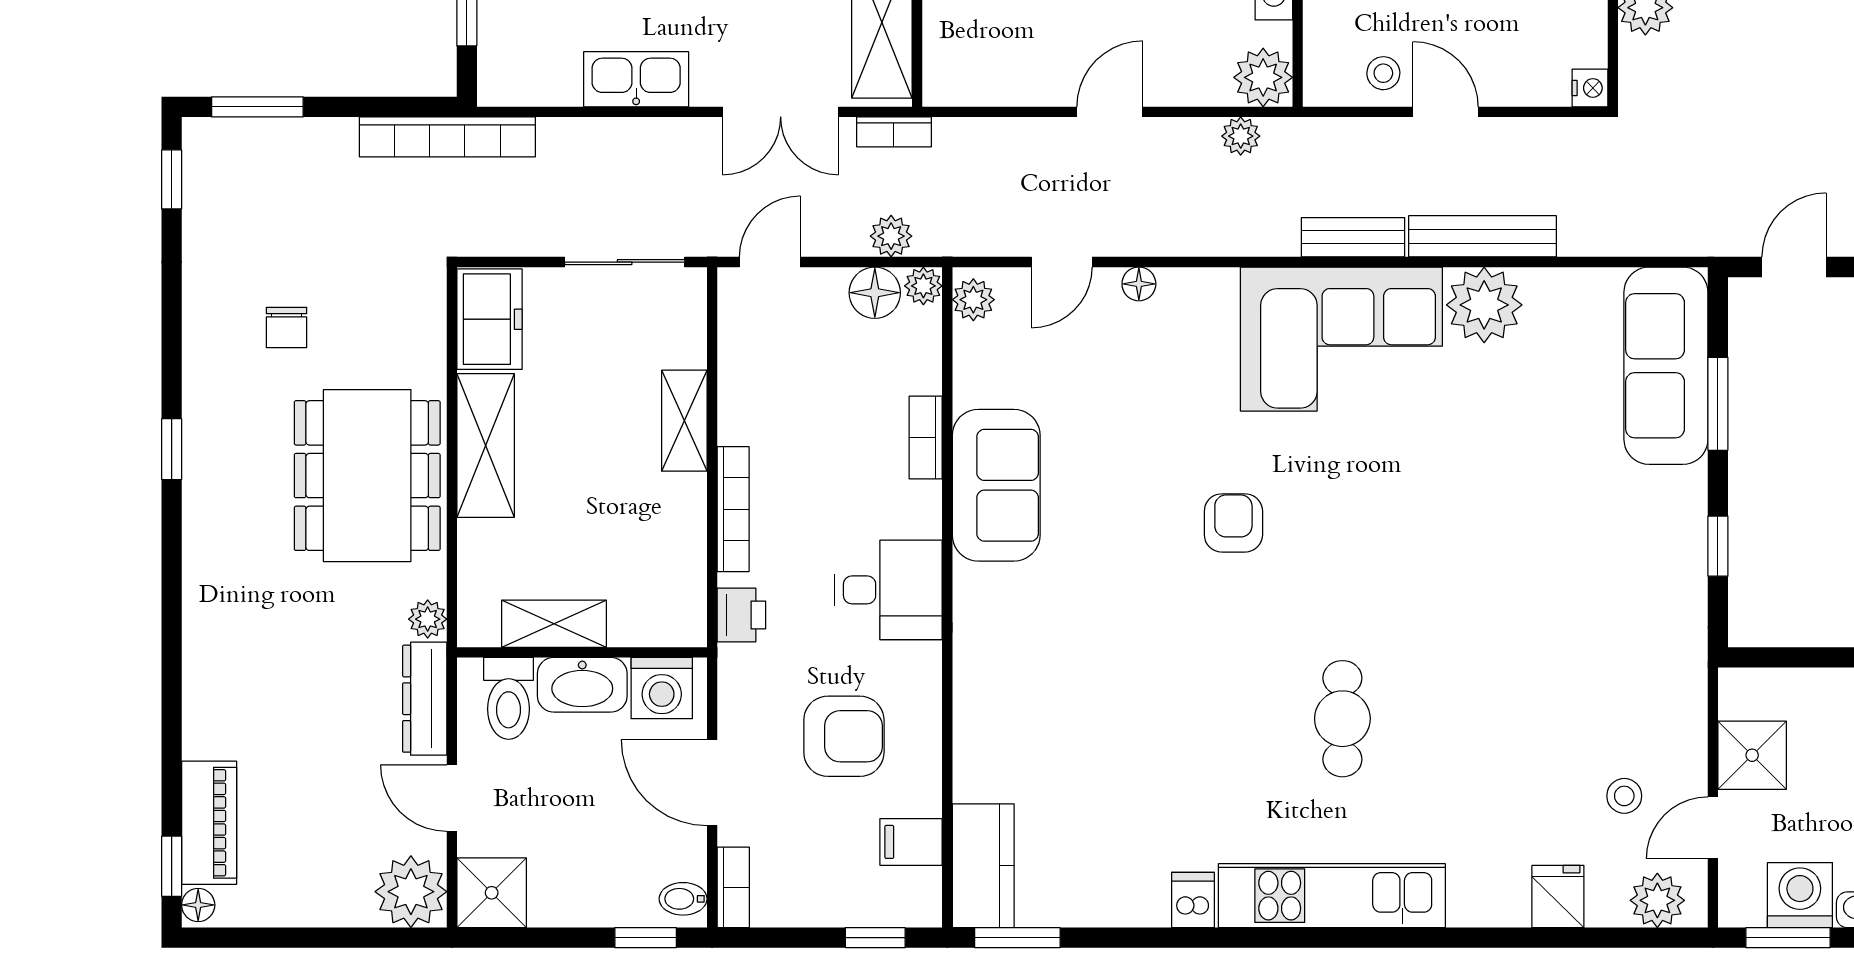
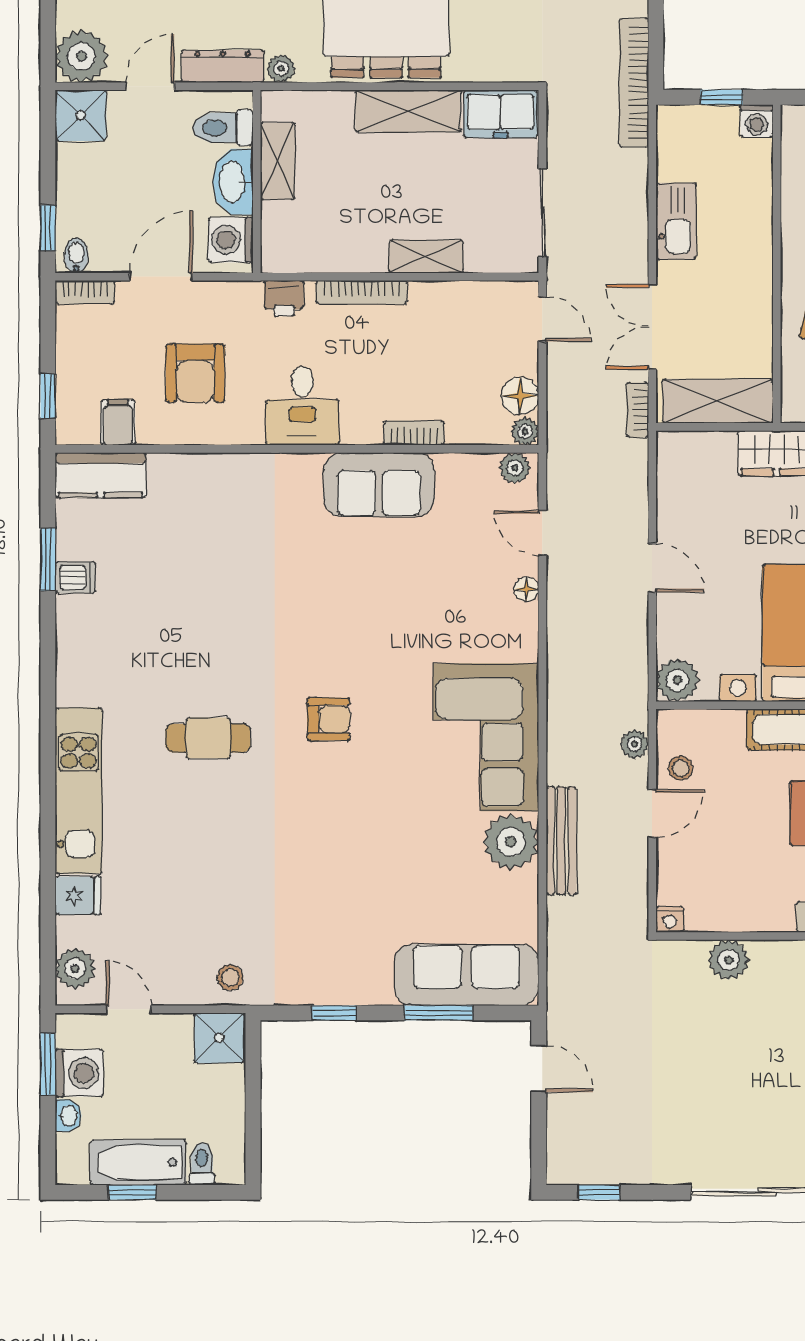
plant: (1241, 136) -> (635, 744), moved
plant: (891, 236) -> (561, 408), removed
bench: (1353, 237) -> (560, 746), removed
armchair: (1233, 523) -> (329, 719), moved
shower: (1752, 755) -> (219, 1038), moved
stool: (1624, 796) -> (230, 978), moved
kitchen unit: (1332, 896) -> (79, 791), moved
dishwasher: (1193, 900) -> (75, 577), moved
window: (1017, 938) -> (48, 559), moved

